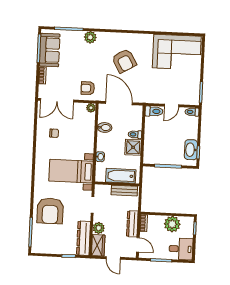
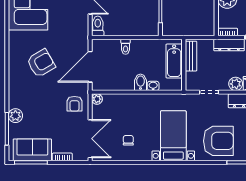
plant: (90, 37) -> (15, 116), moved
bidet: (105, 127) -> (140, 82), moved
shower: (133, 147) -> (140, 48), removed
bed with nightstands: (71, 171) -> (173, 136), moved, turned 180

